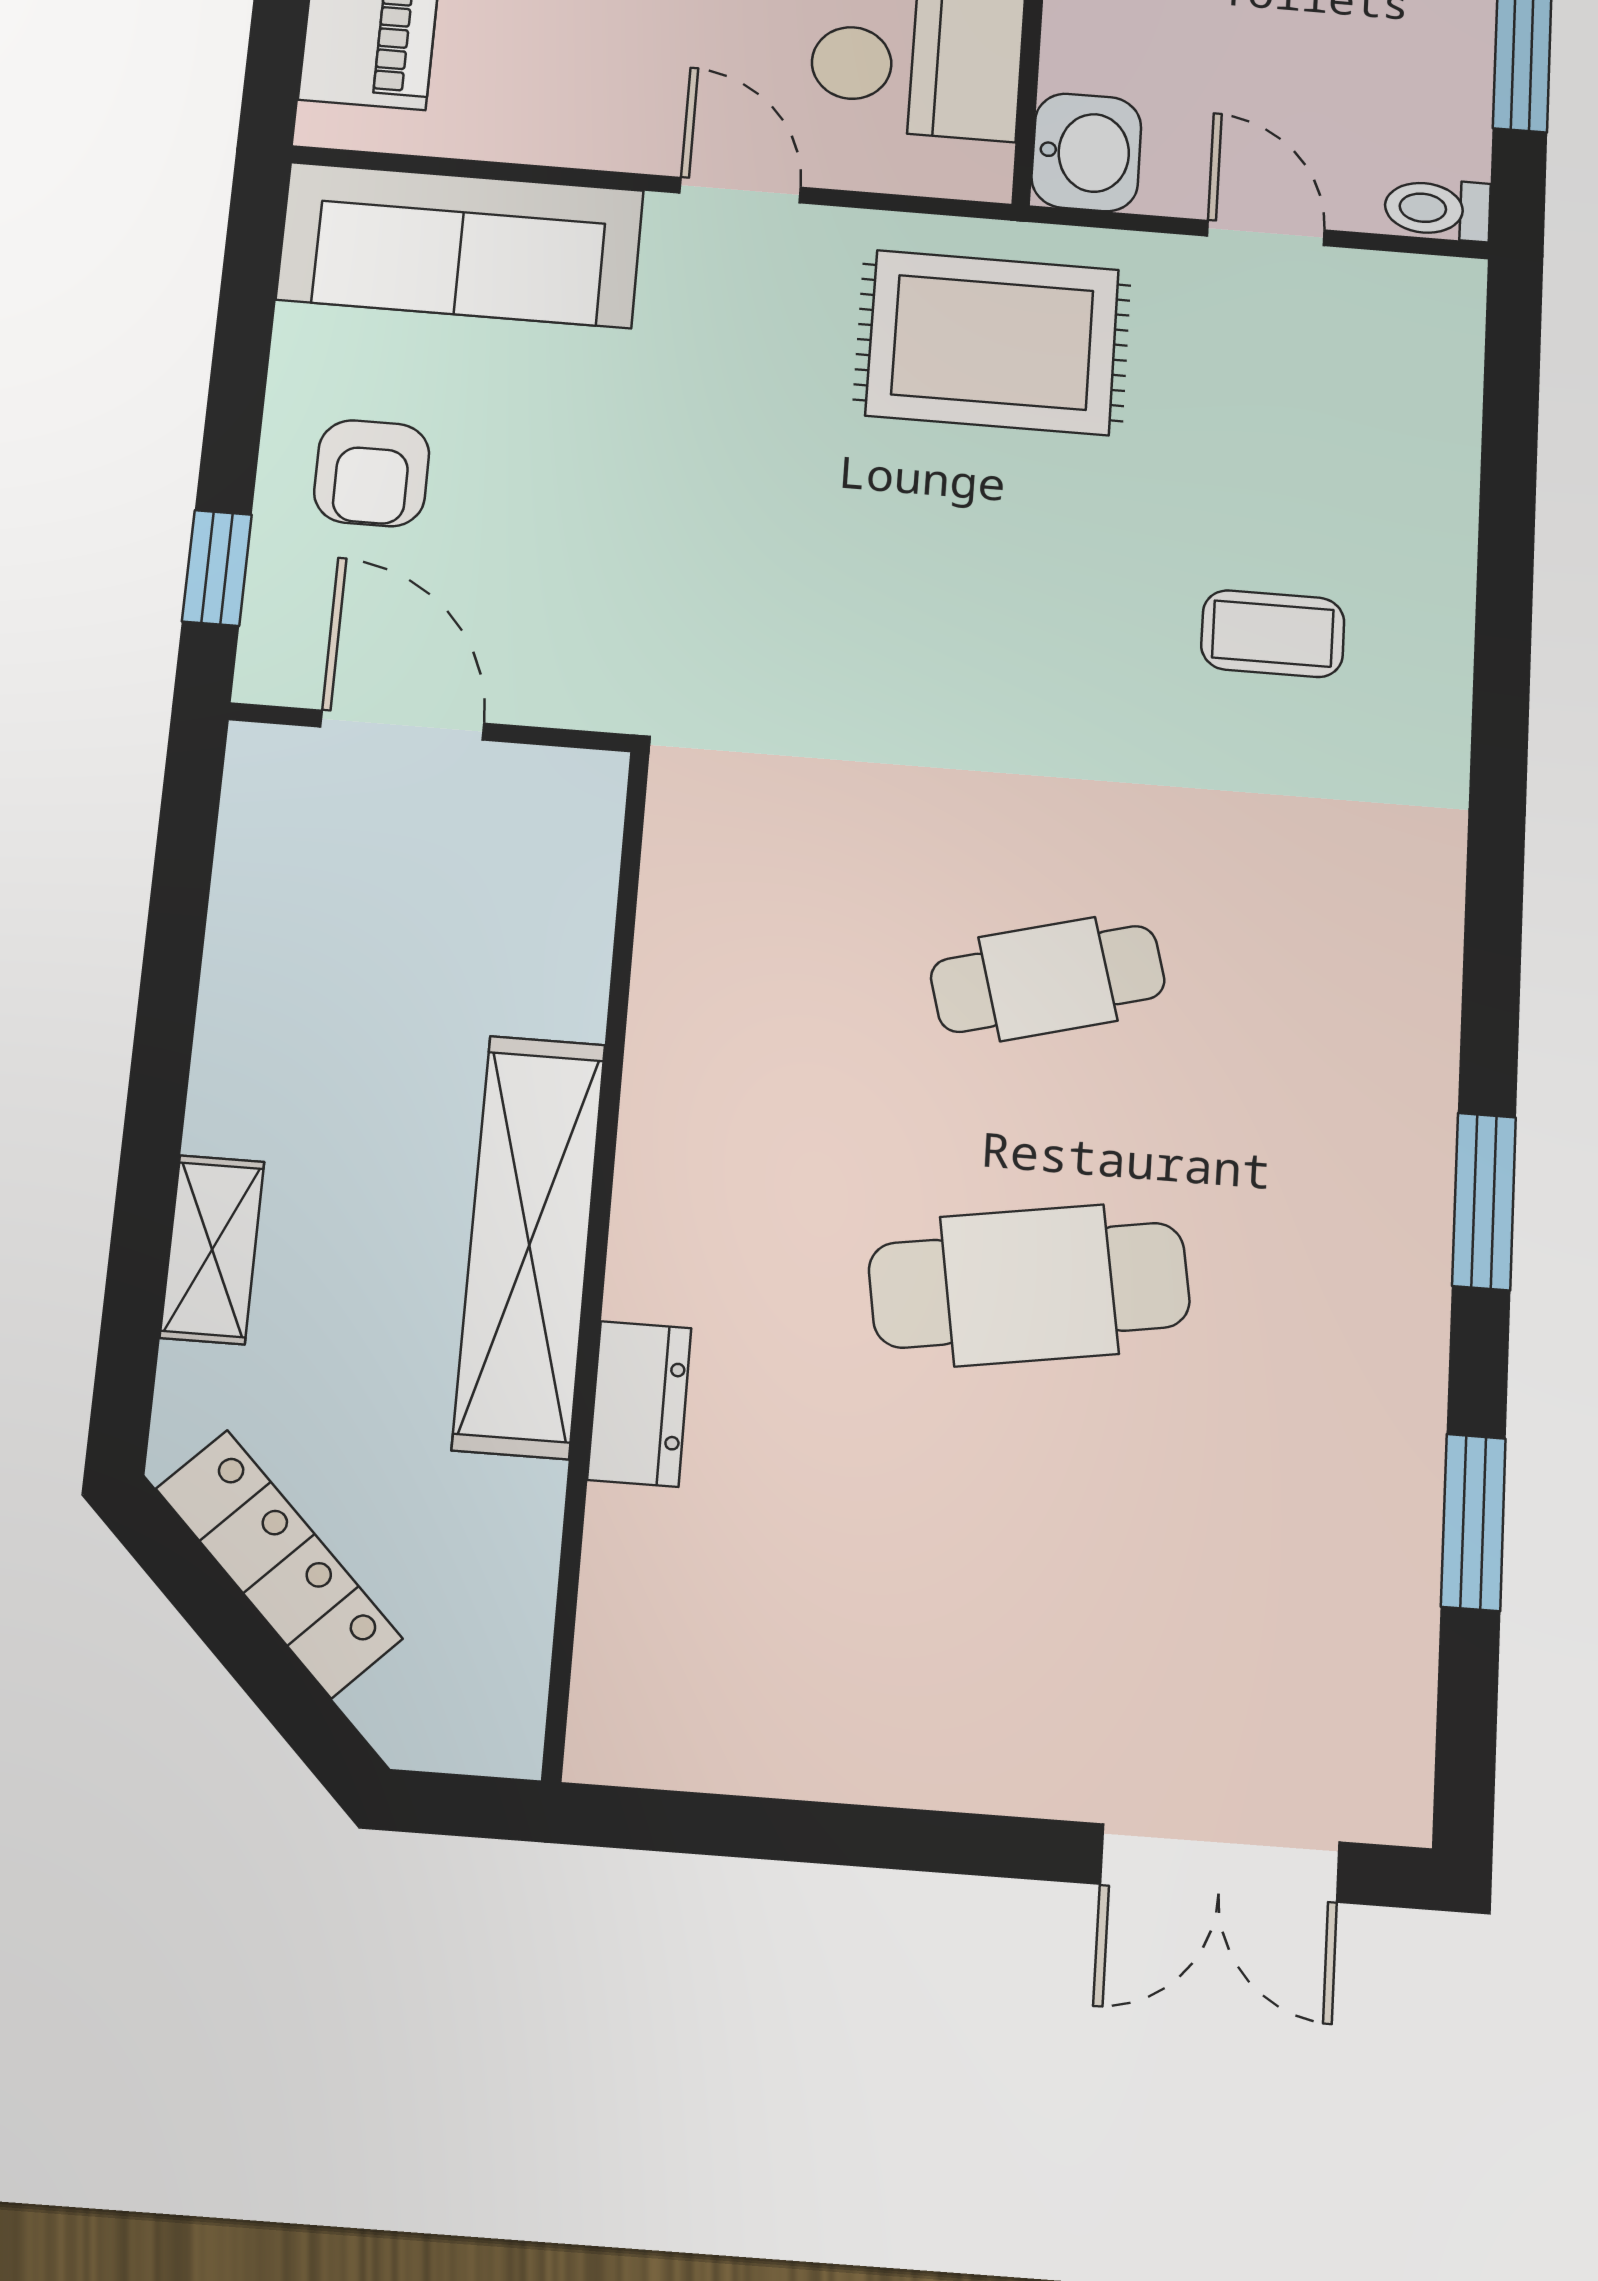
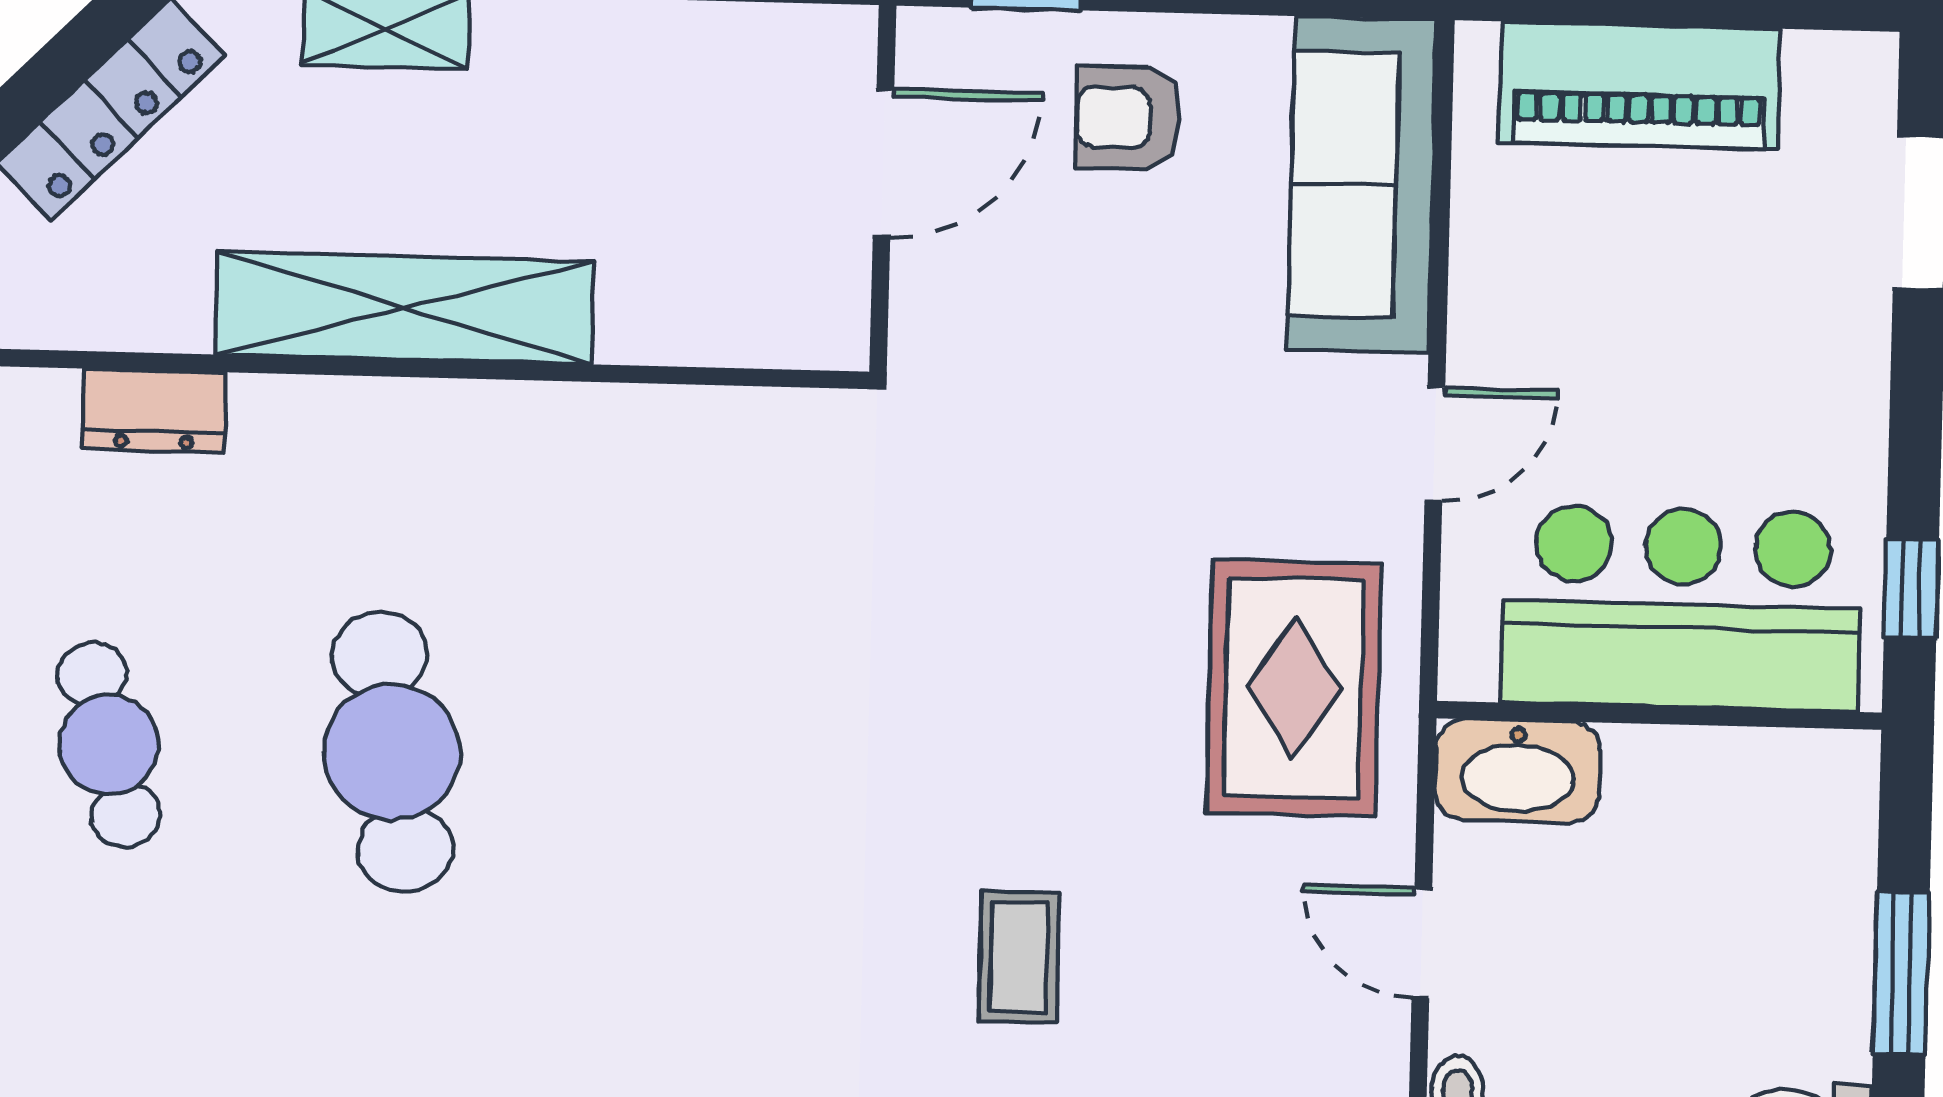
washbasin: (1086, 152) -> (1518, 771), width x1.38
door: (1266, 233) -> (1422, 943), swing flipped
cafe table: (1048, 979) -> (109, 745), moved
dresser: (639, 1404) -> (154, 410), moved

